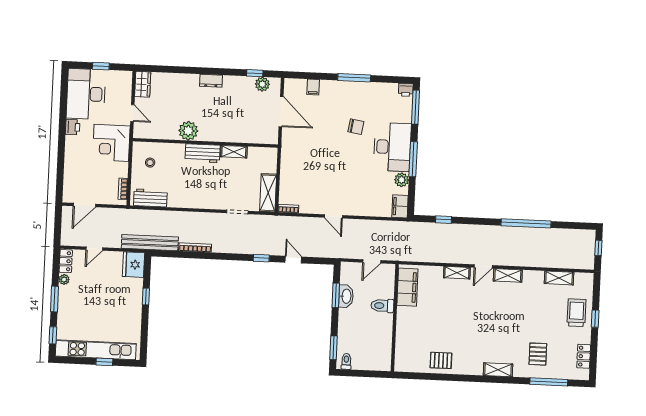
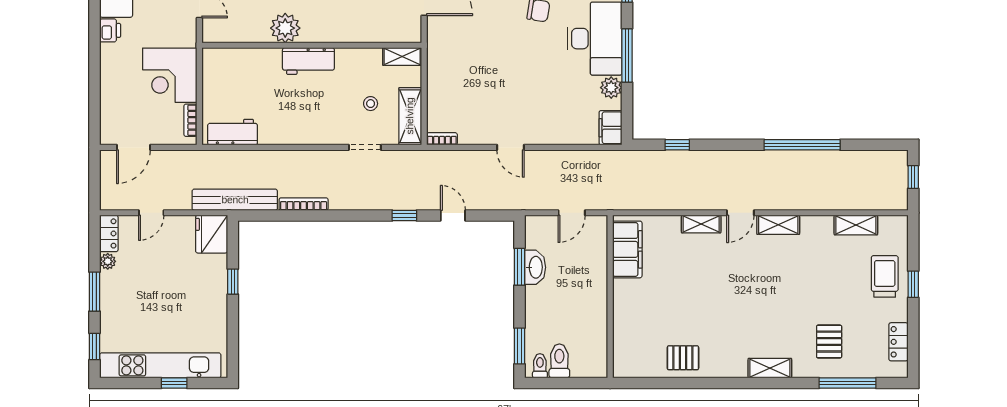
corner desk: (111, 143) -> (170, 75), moved
shelving: (234, 152) -> (402, 56), moved
stool: (150, 163) -> (371, 104), moved
toilet: (382, 306) -> (559, 361), moved, turned 90

